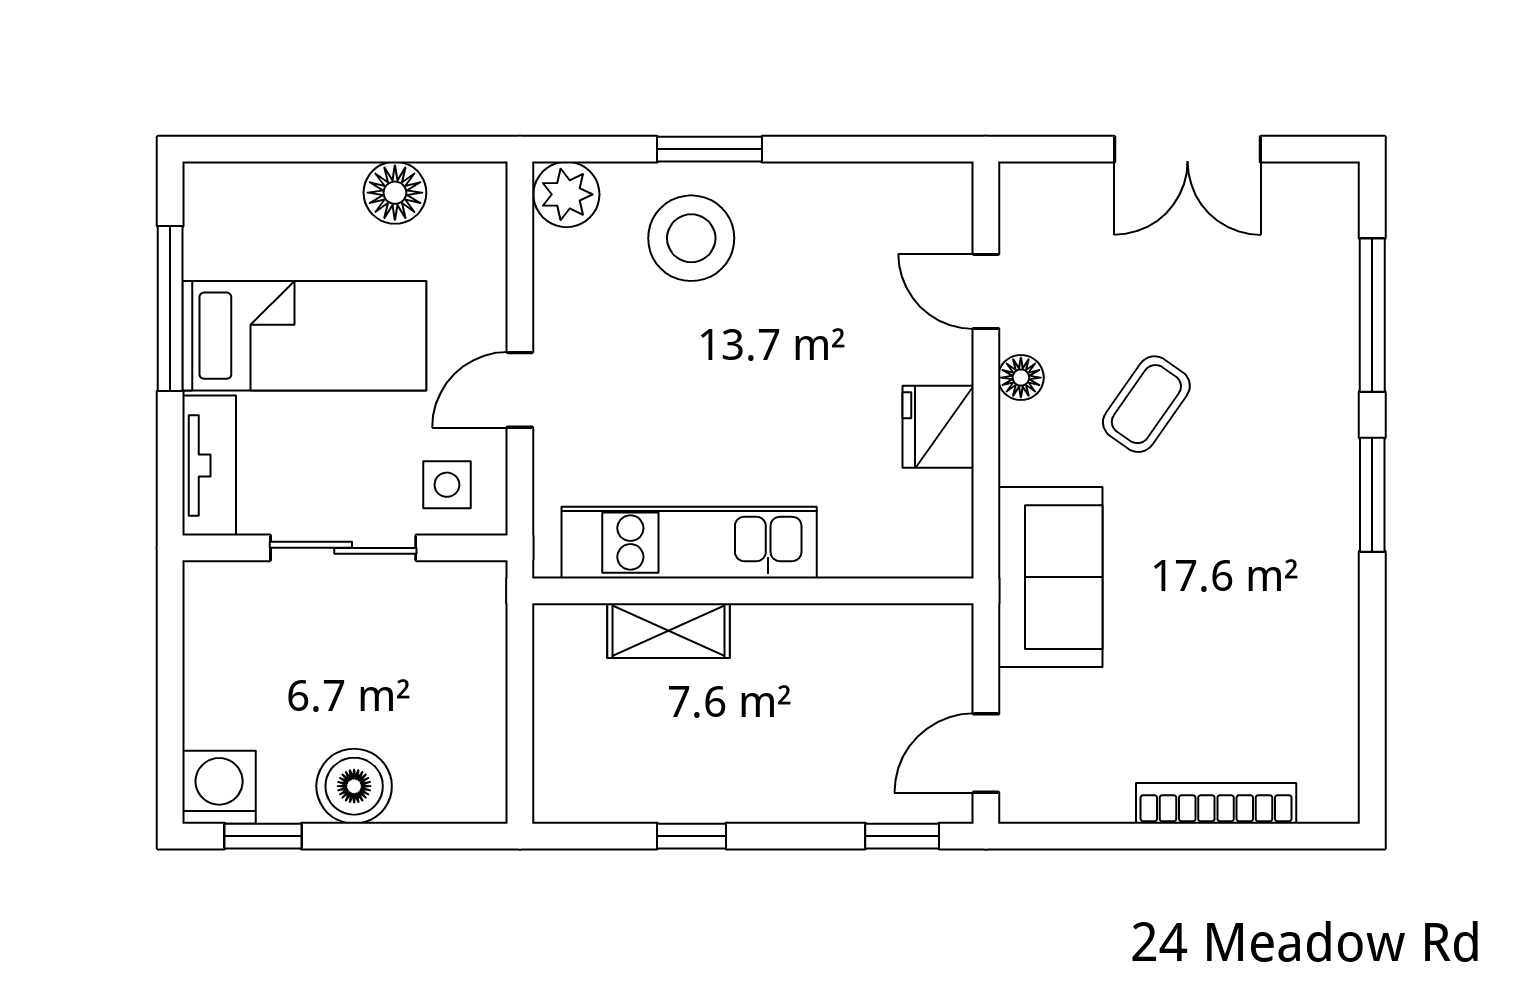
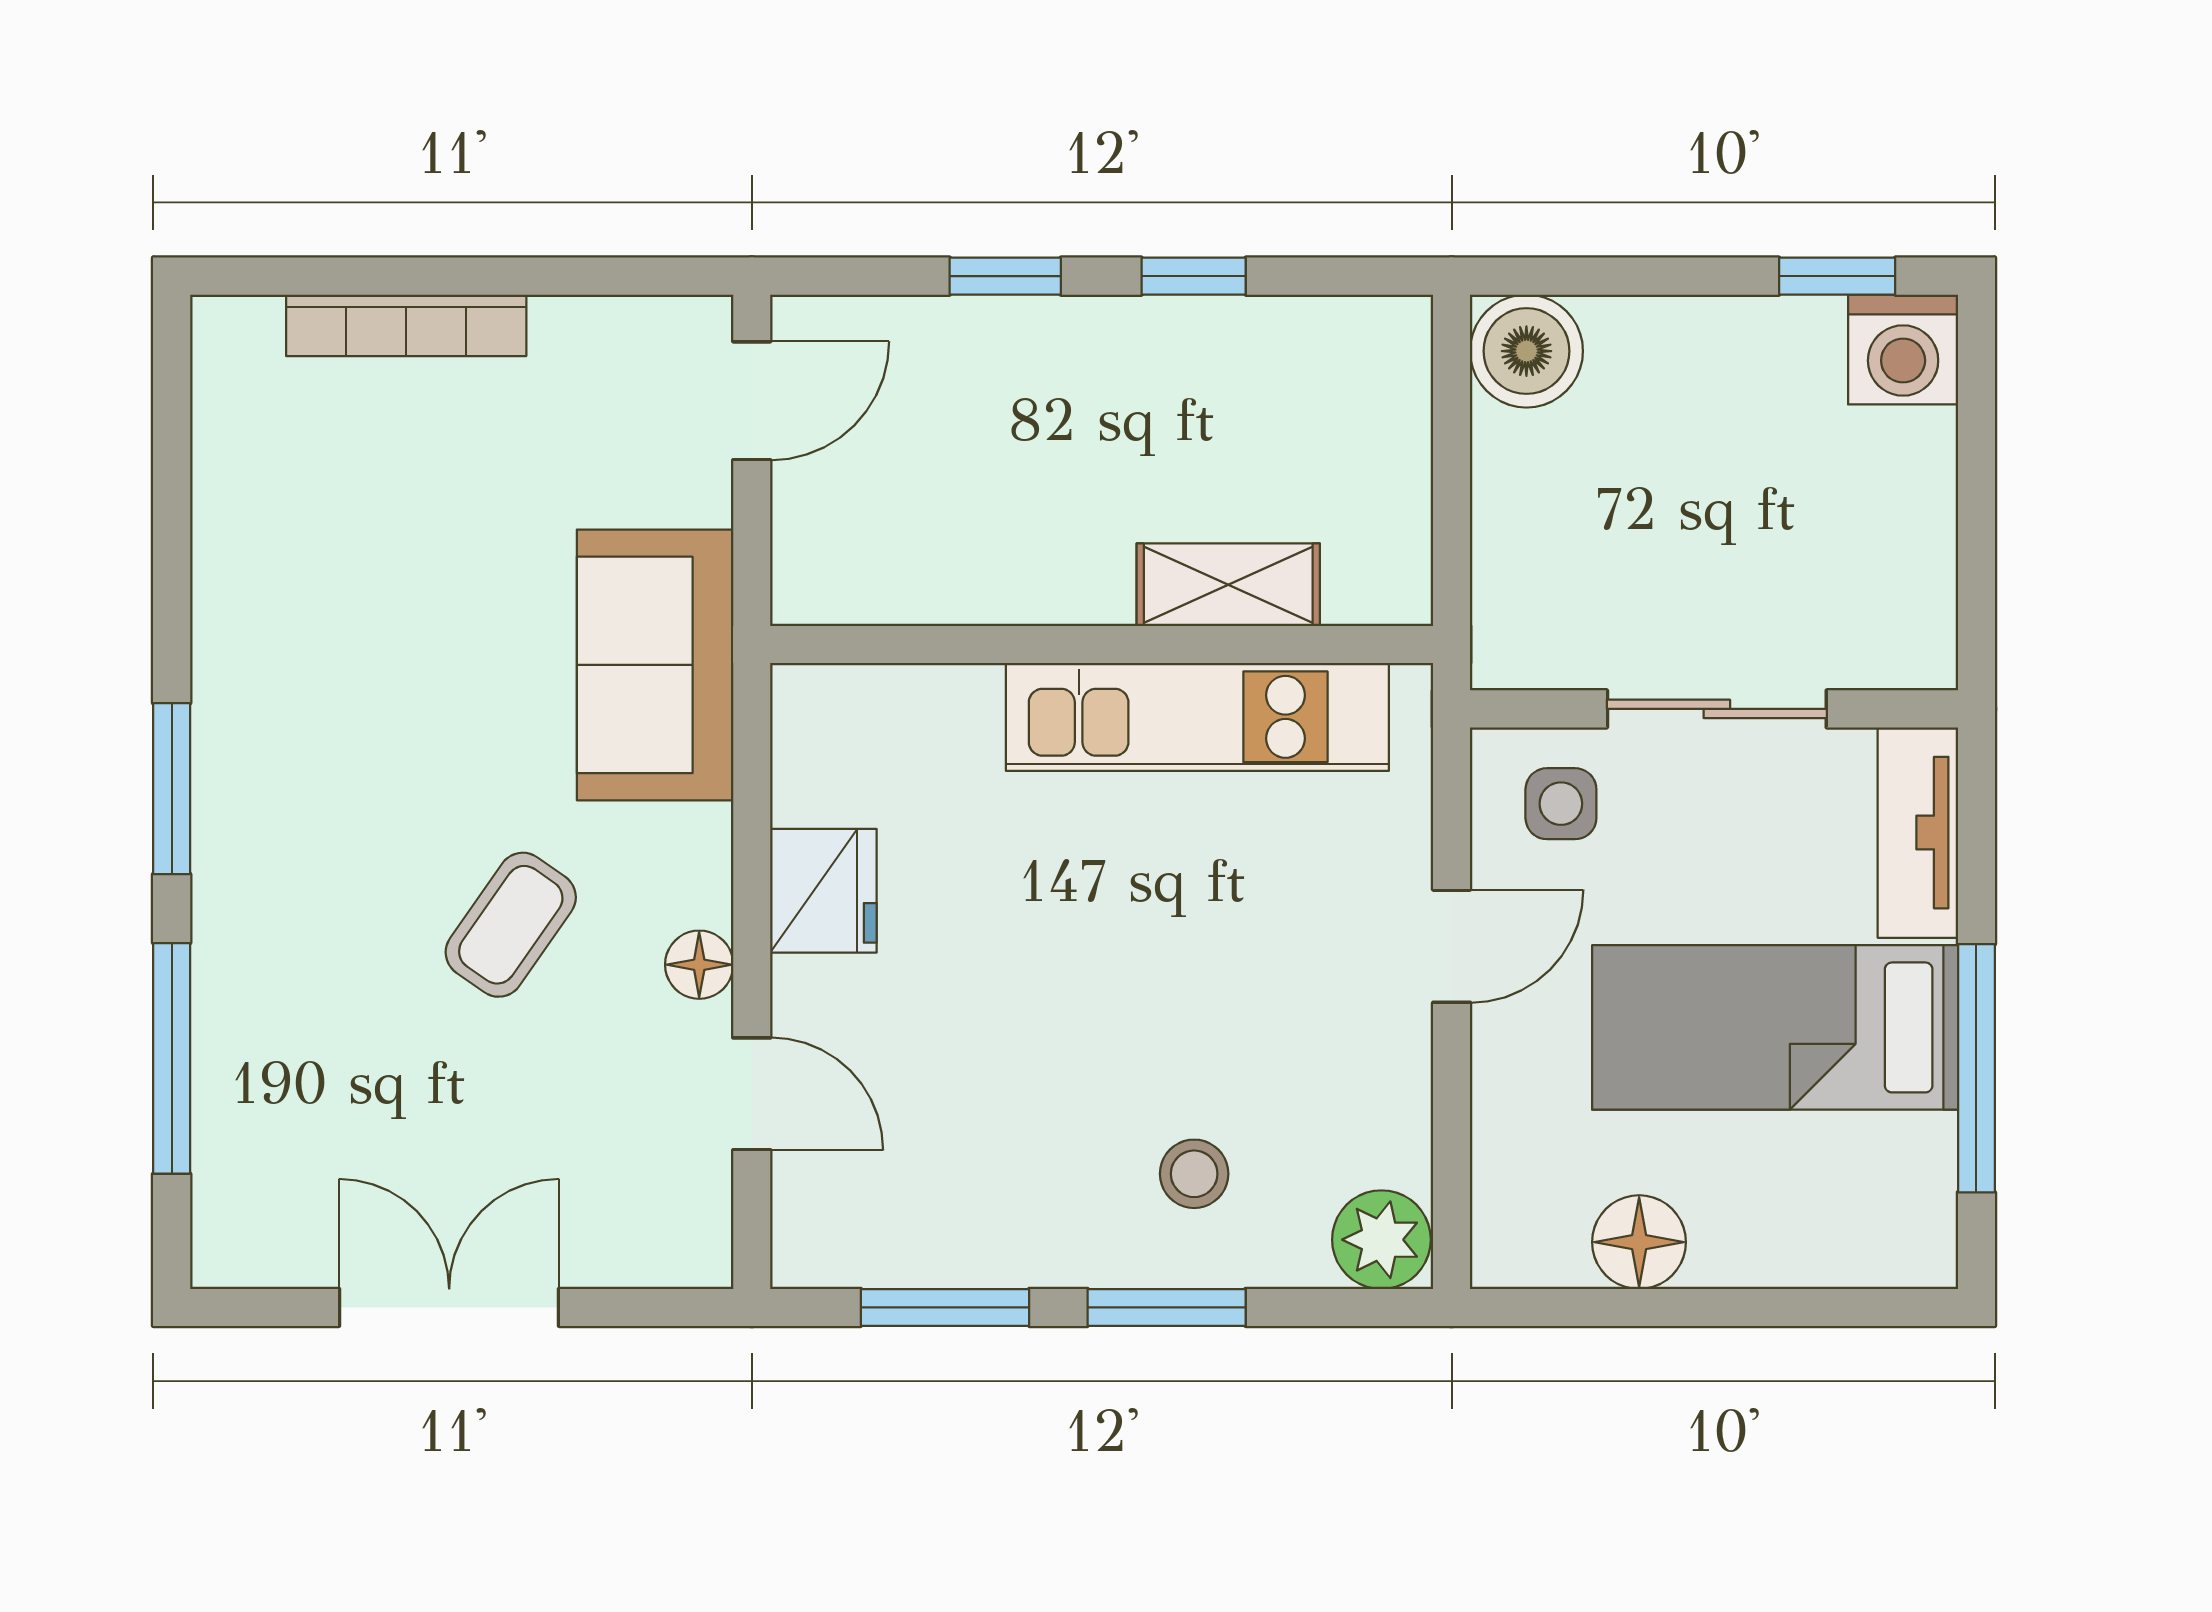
window: (857, 149) -> (945, 1307), added
stool: (691, 238) -> (1194, 1174), width x0.53, depth x0.53
boiler: (354, 786) -> (1526, 351), moved
window: (902, 836) -> (1005, 276), moved

